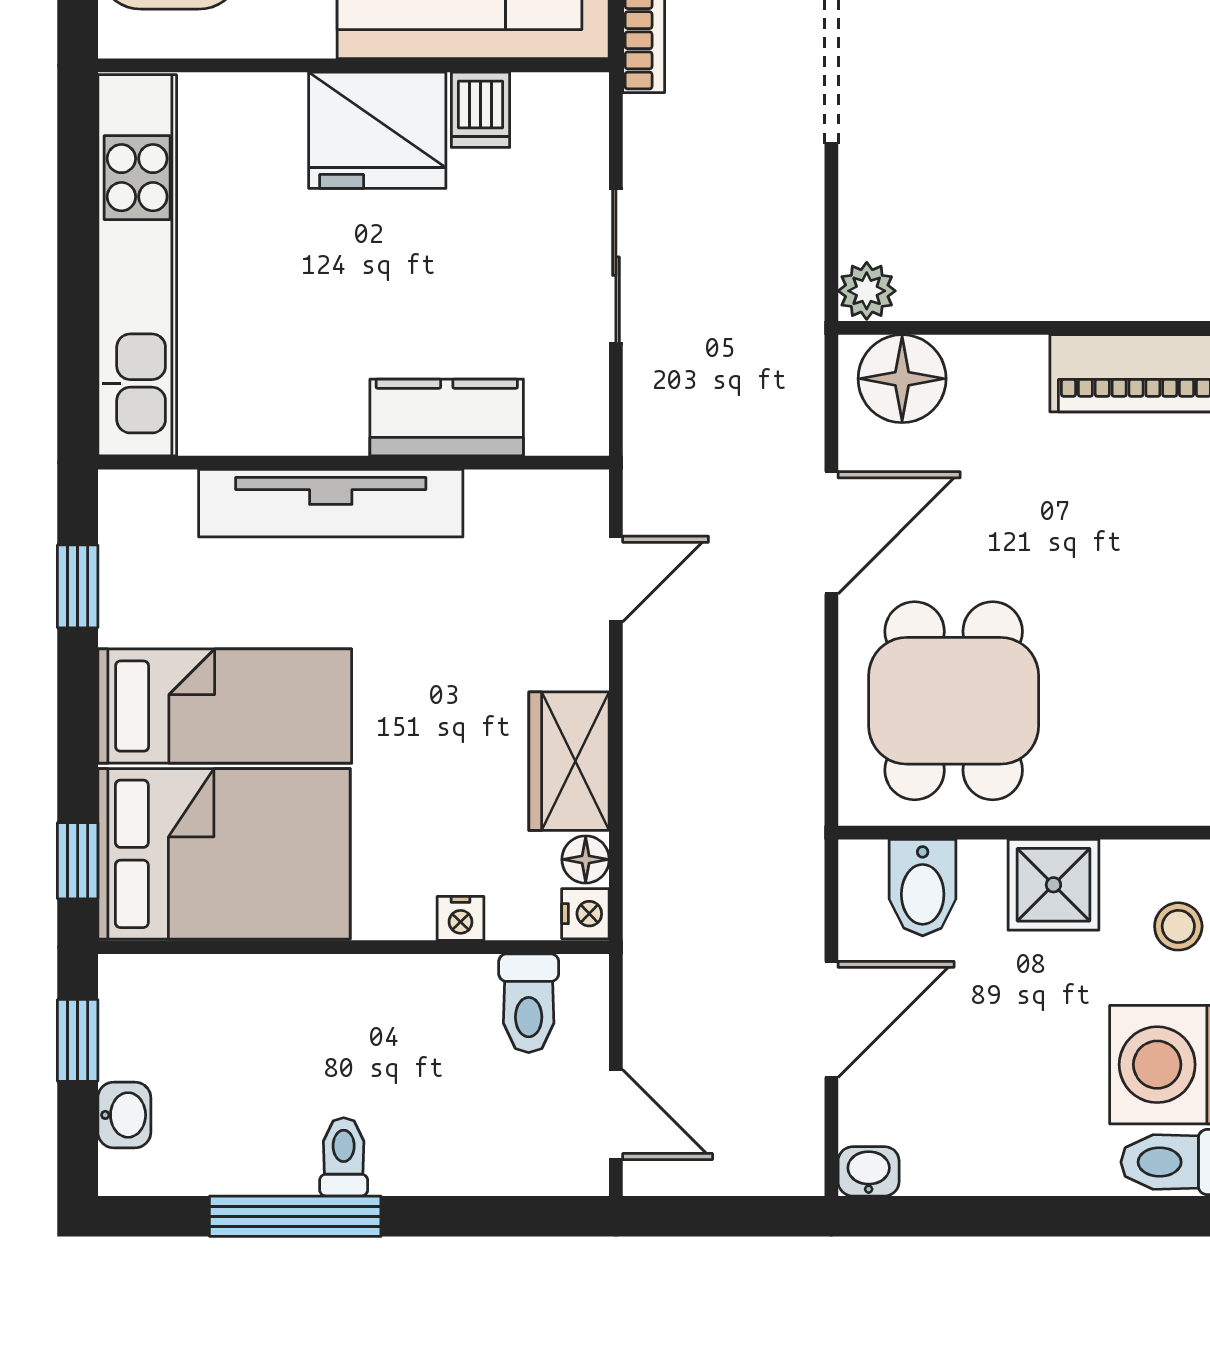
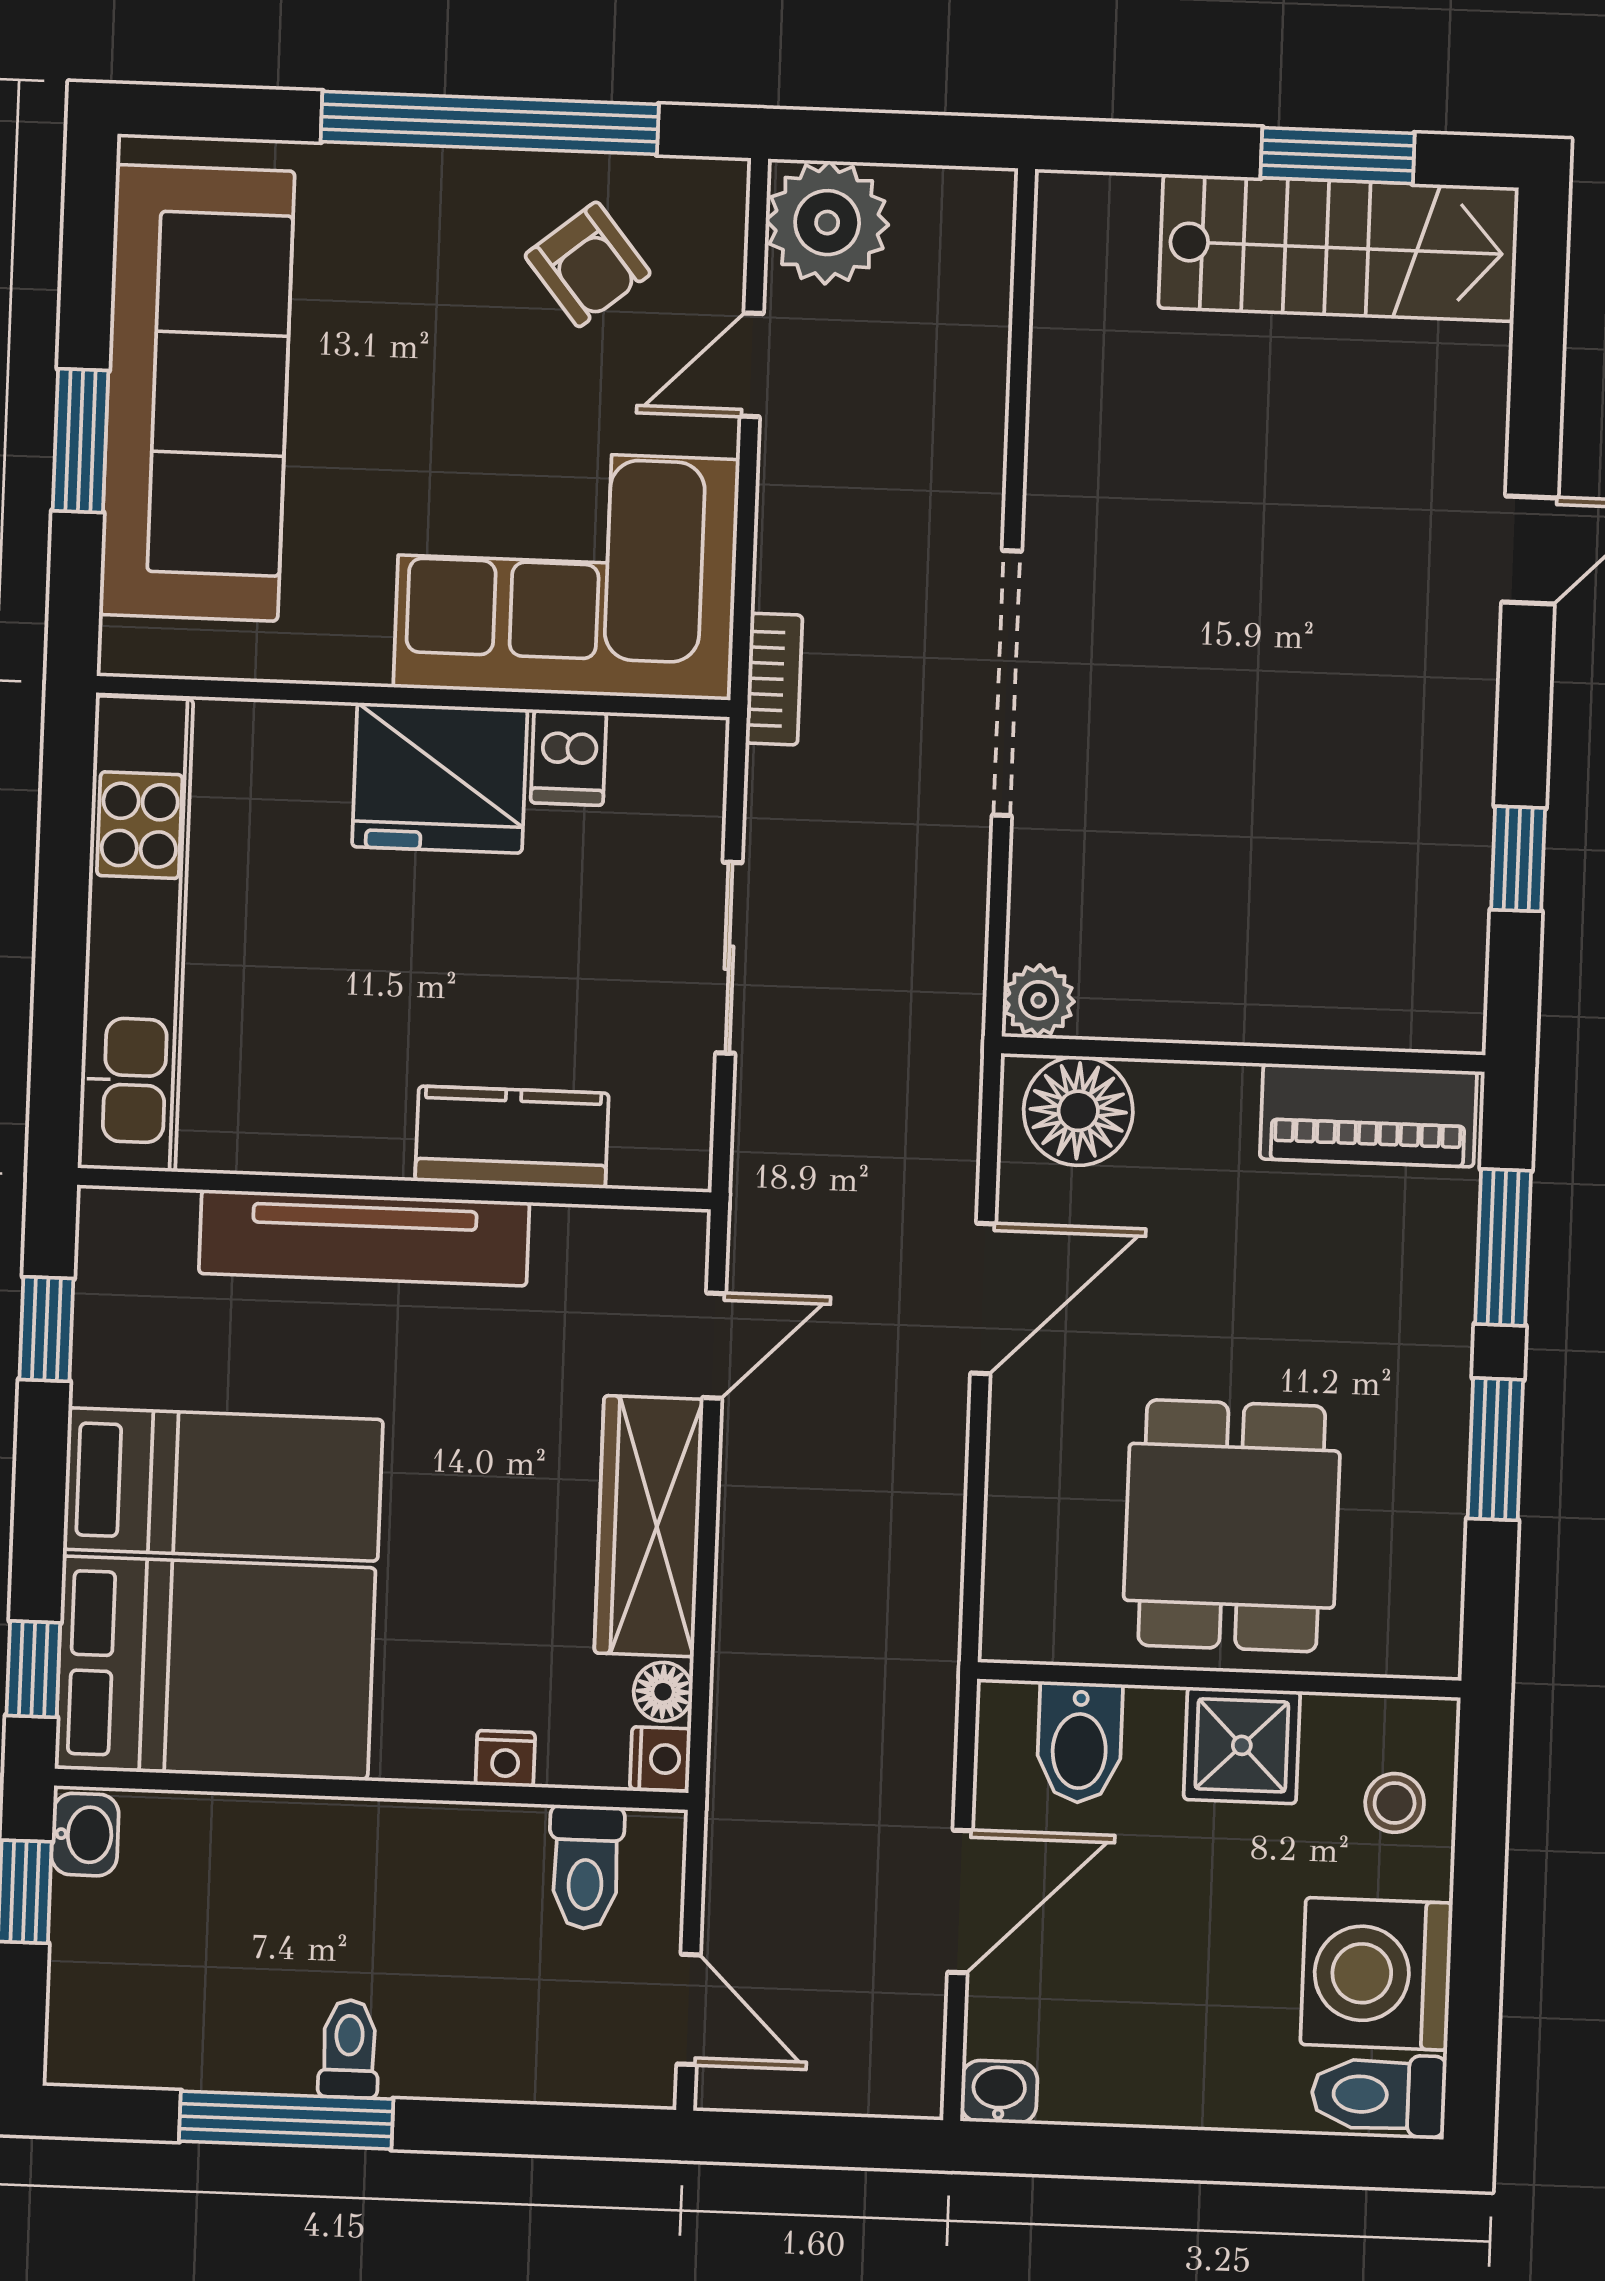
dining table: (954, 701) -> (1232, 1526), moved
wardrobe: (569, 761) -> (649, 1526), width x1.50
washbasin: (124, 1115) -> (85, 1835), moved

